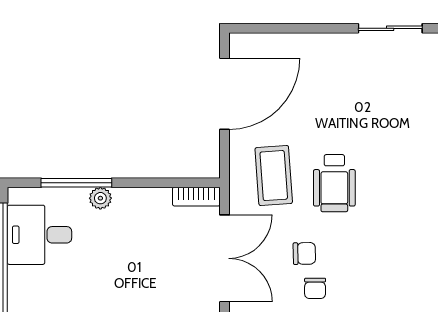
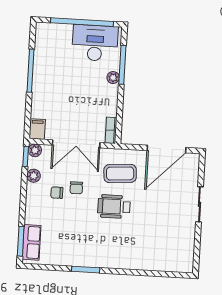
sliding door: (390, 28) -> (199, 204), moved
door: (224, 94) -> (167, 149), hinge flipped
desk: (39, 235) -> (95, 43), width x1.37

